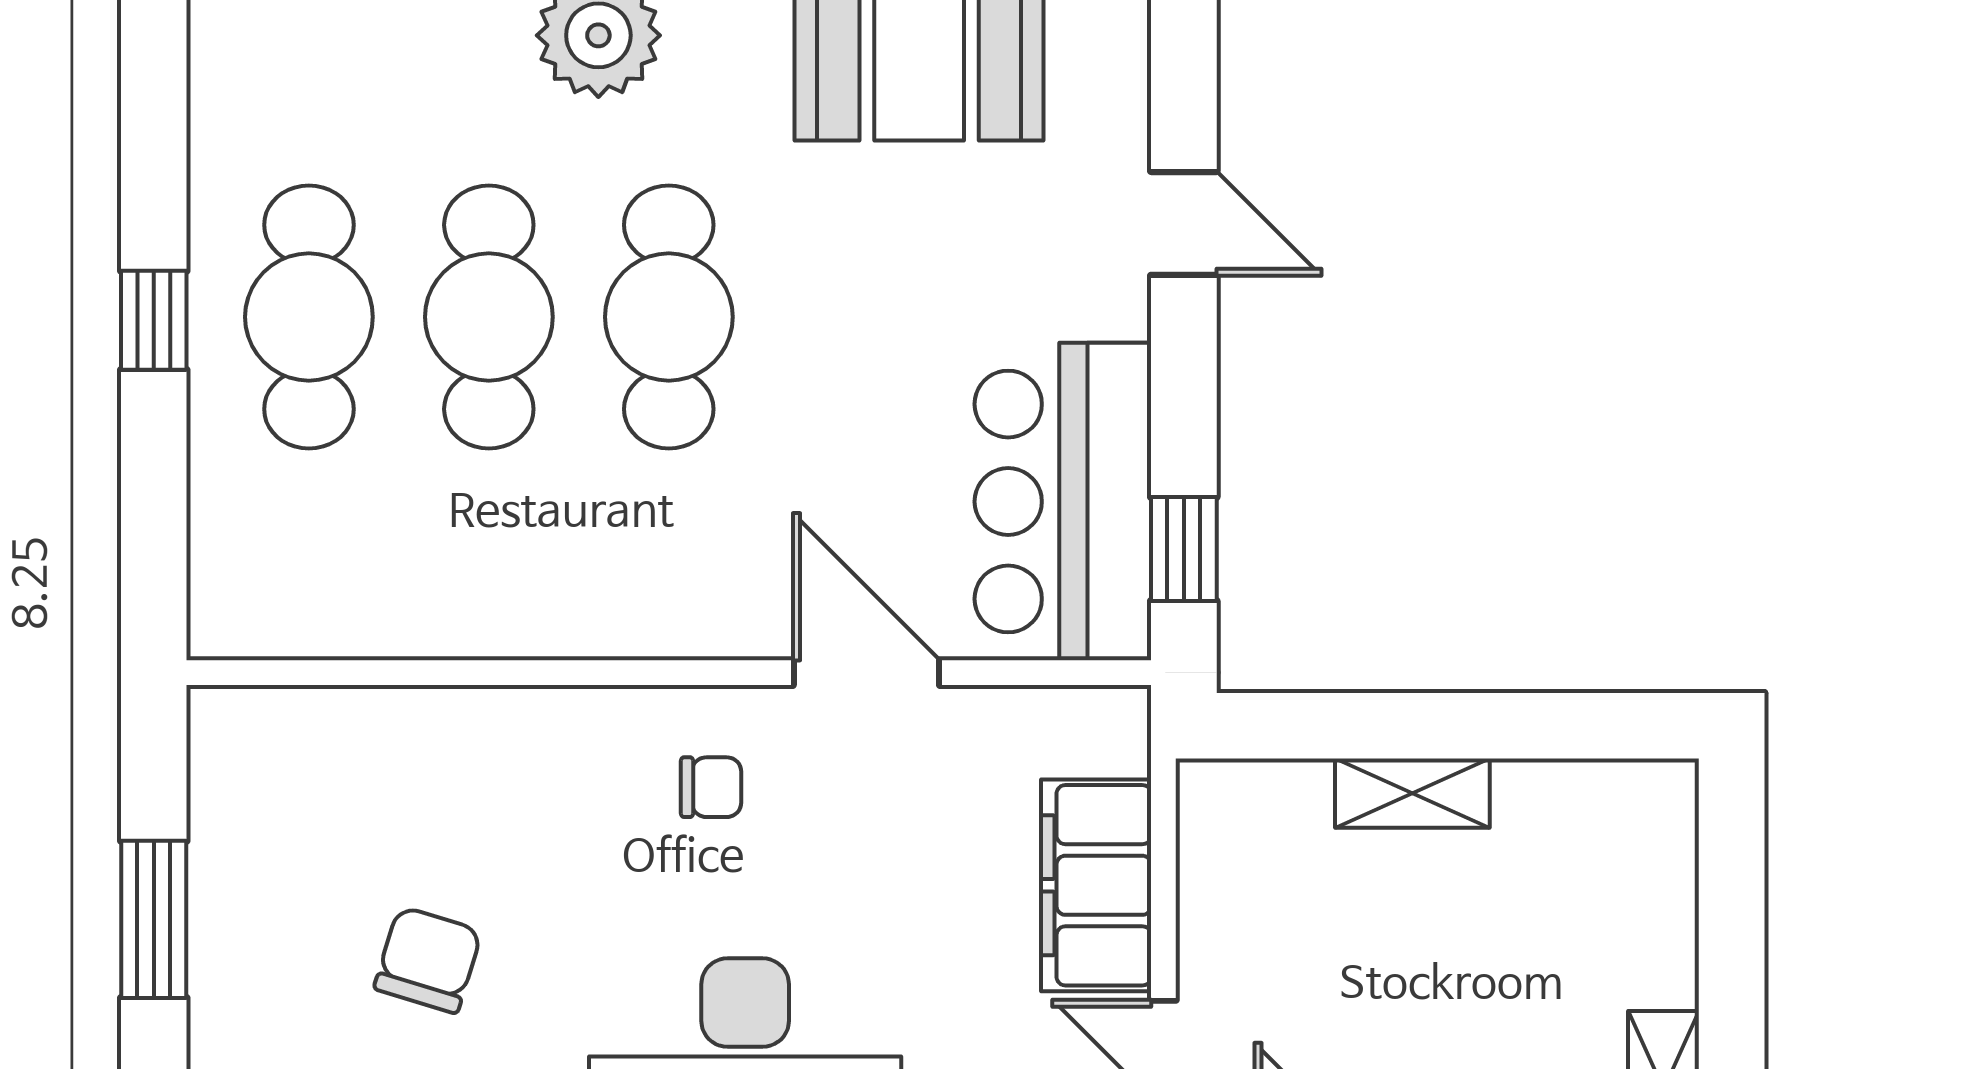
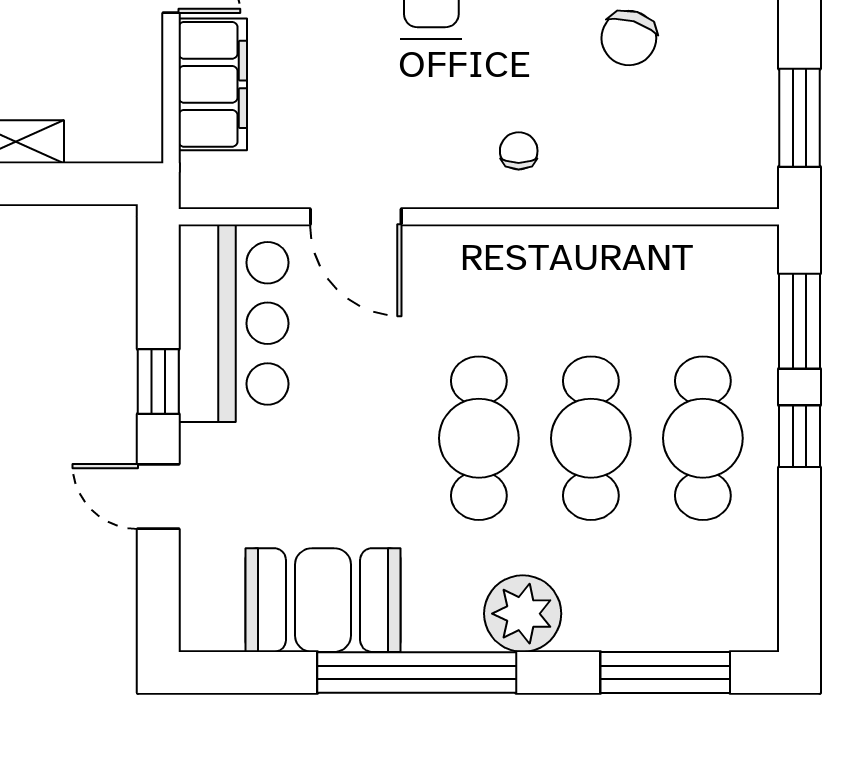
window: (154, 505) -> (800, 321), added
window: (1184, 549) -> (158, 382), moved
chair: (711, 787) -> (519, 151), moved, turned 90
window: (154, 919) -> (800, 118), moved

